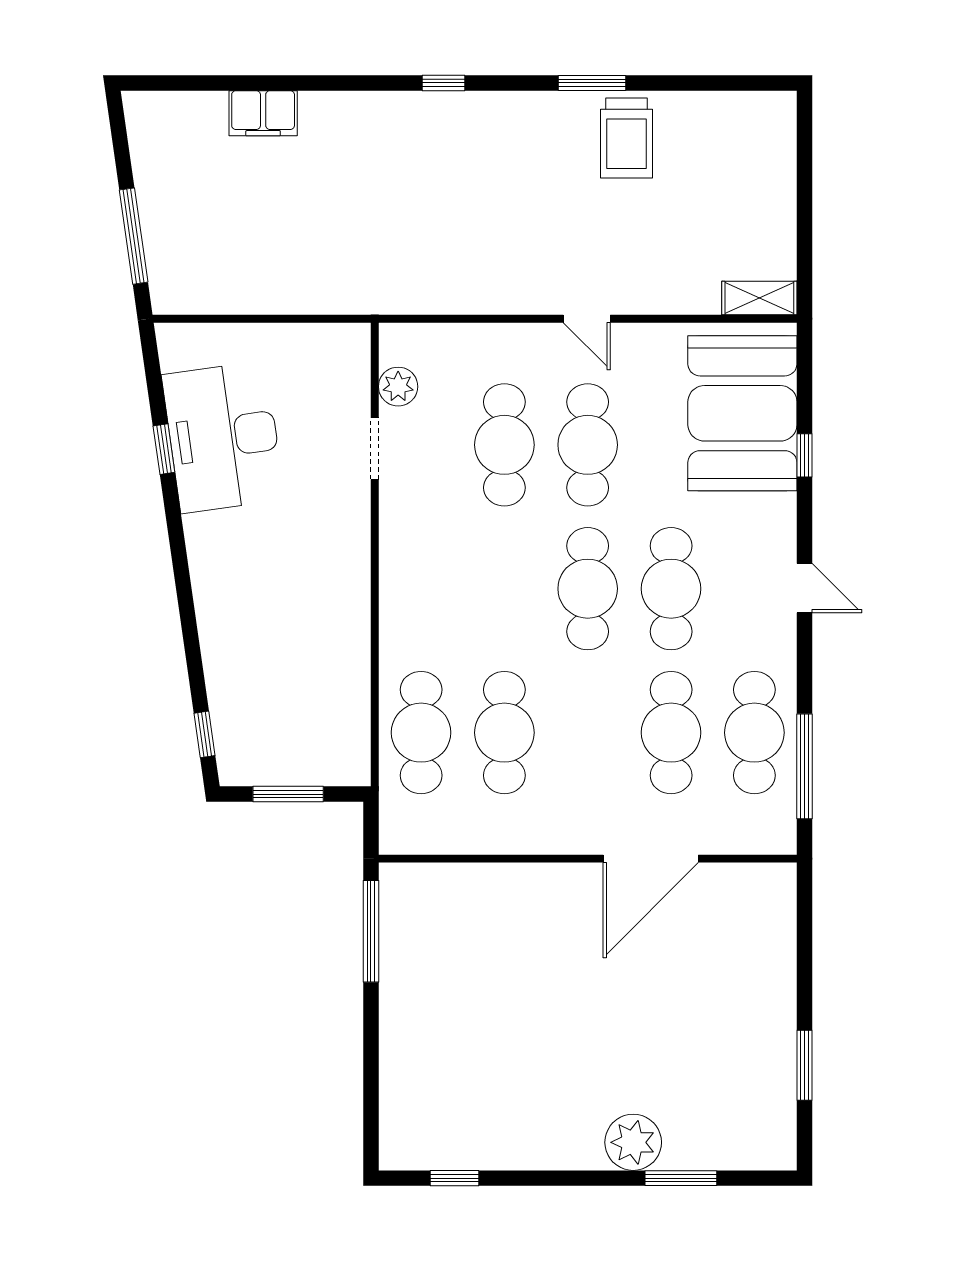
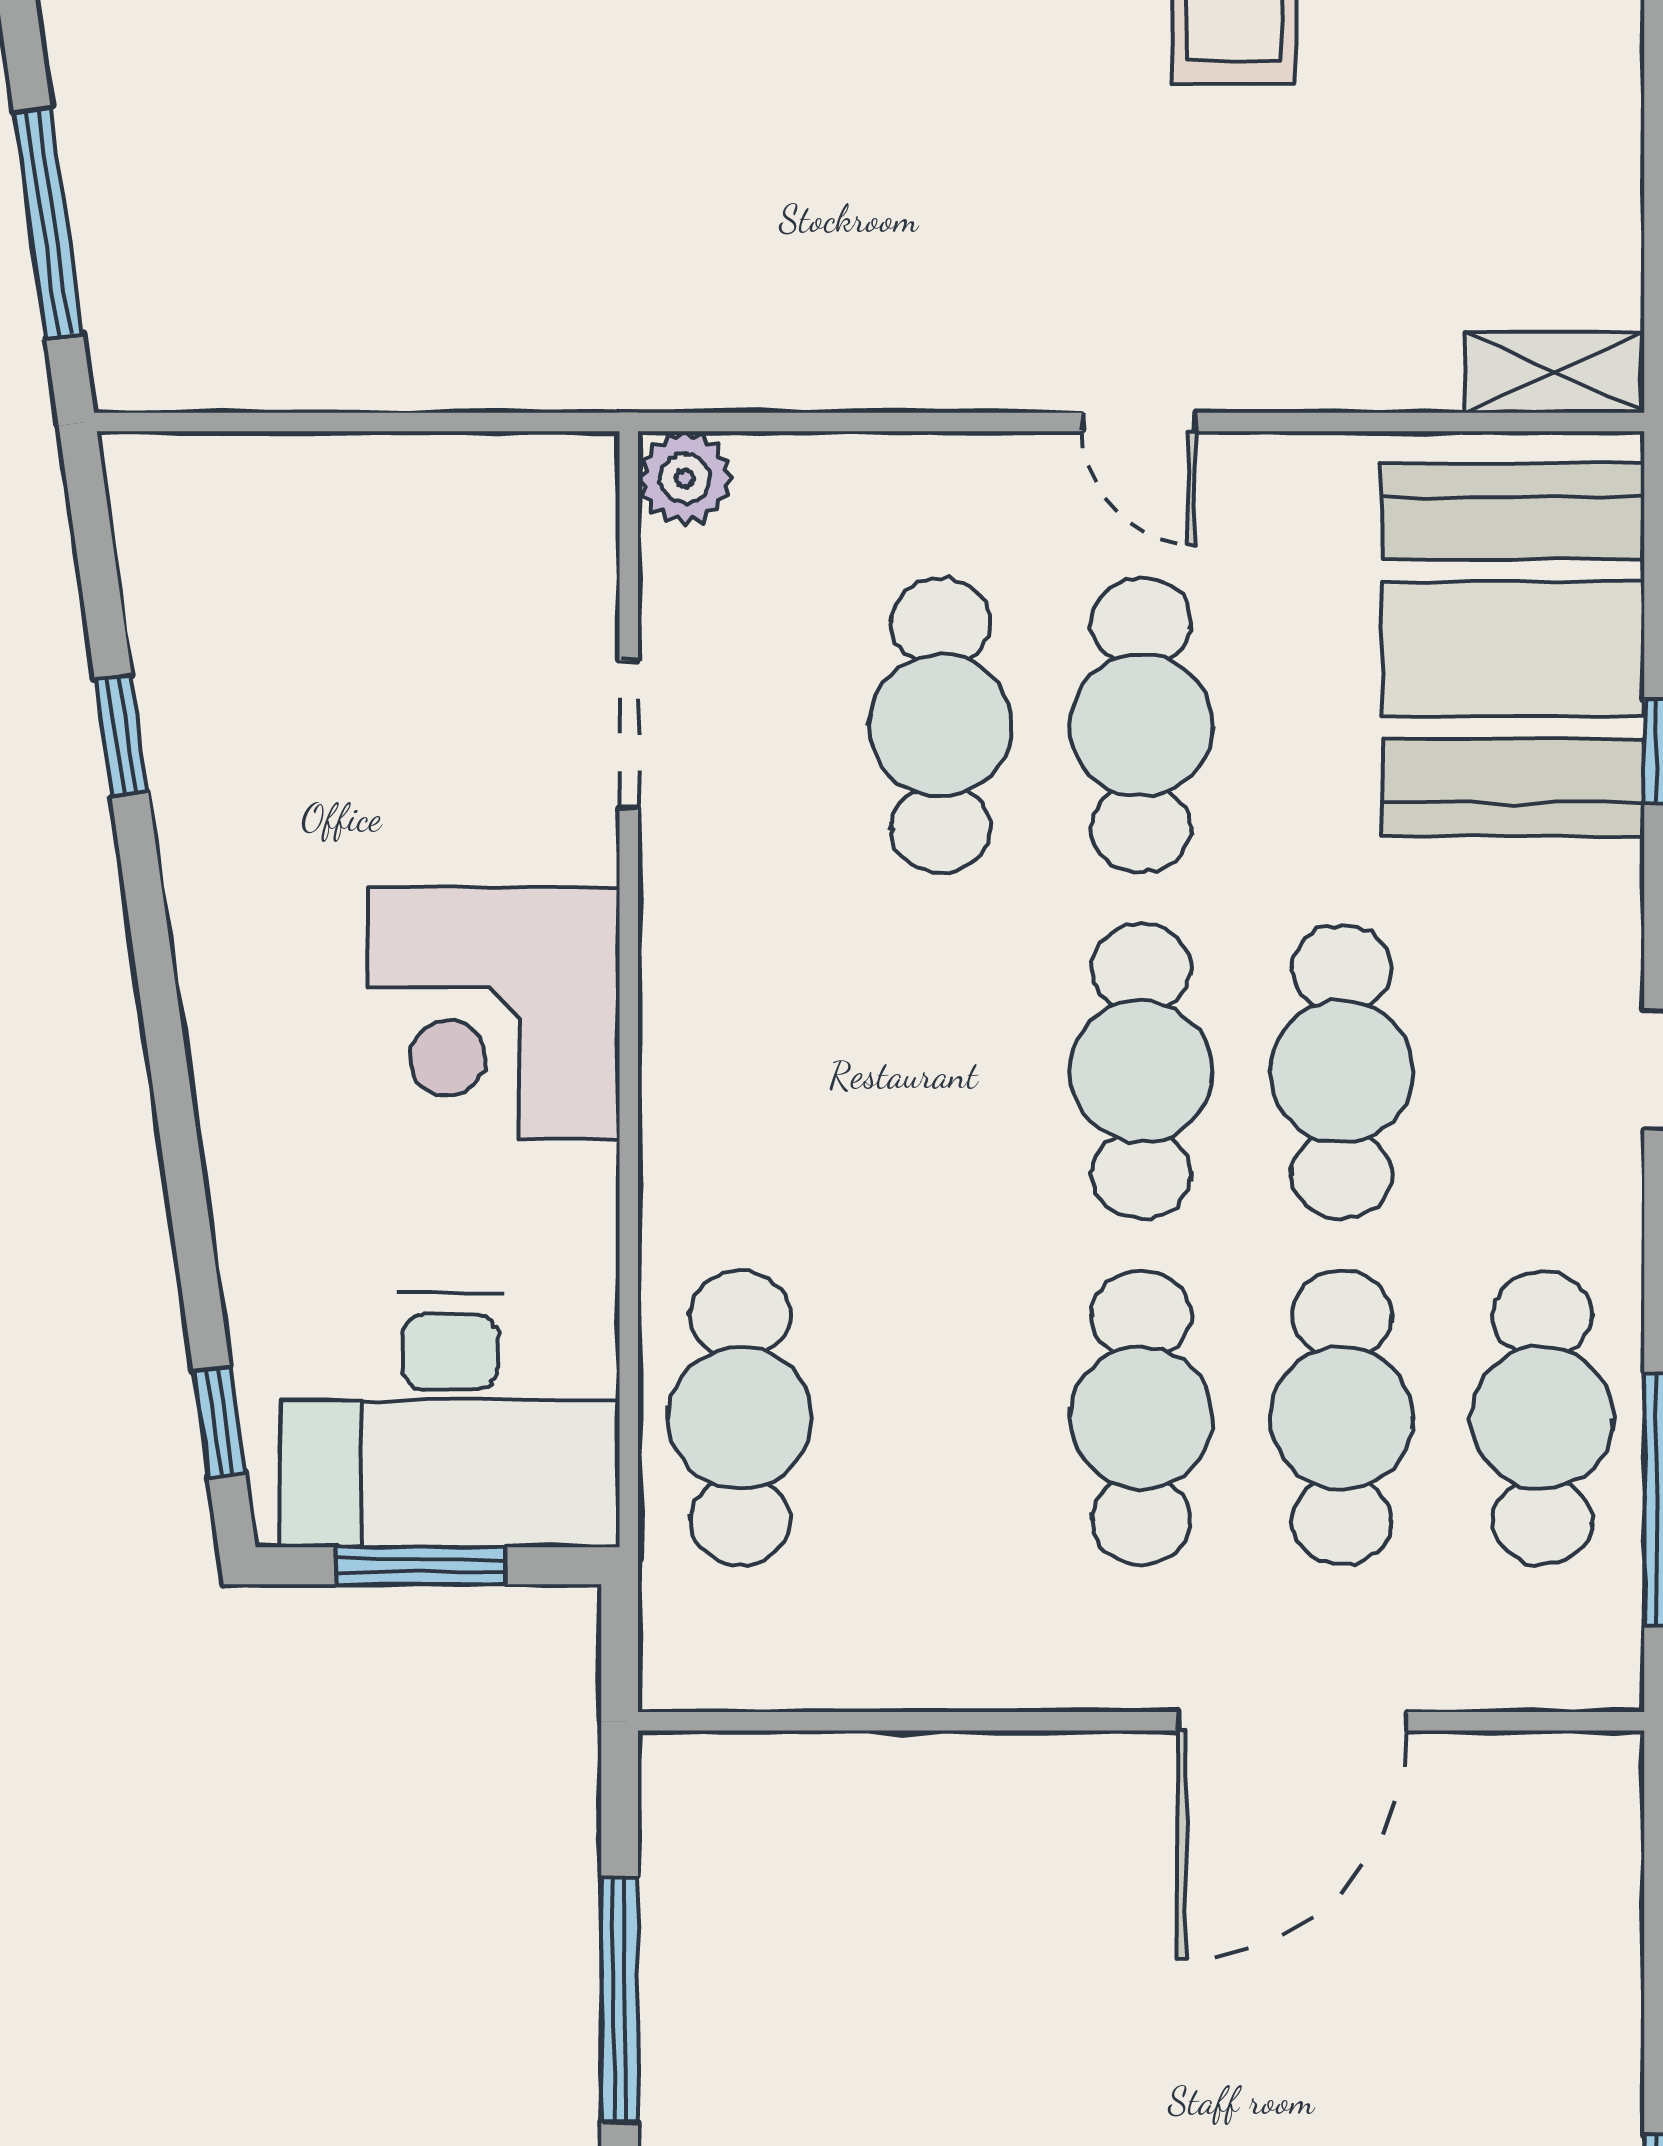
plant: (398, 387) -> (685, 478), moved
desk: (223, 437) -> (450, 1420), moved, turned -82
corner desk: (319, 564) -> (493, 1013), added
cafe table: (504, 733) -> (1141, 1418), moved
window: (371, 931) -> (620, 1999), moved

